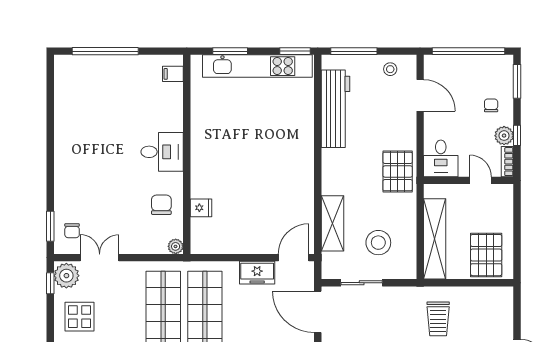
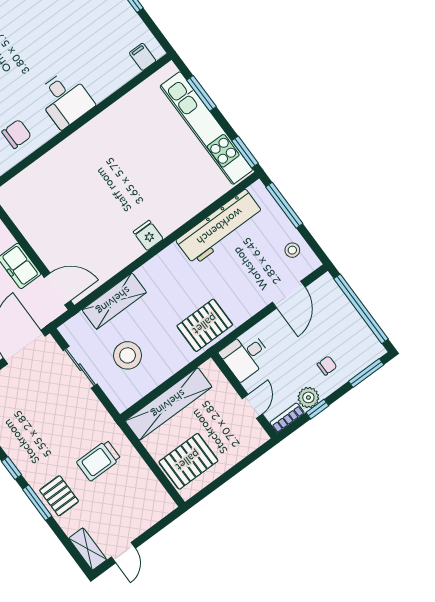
fridge: (201, 208) -> (148, 235), moved, turned 180

